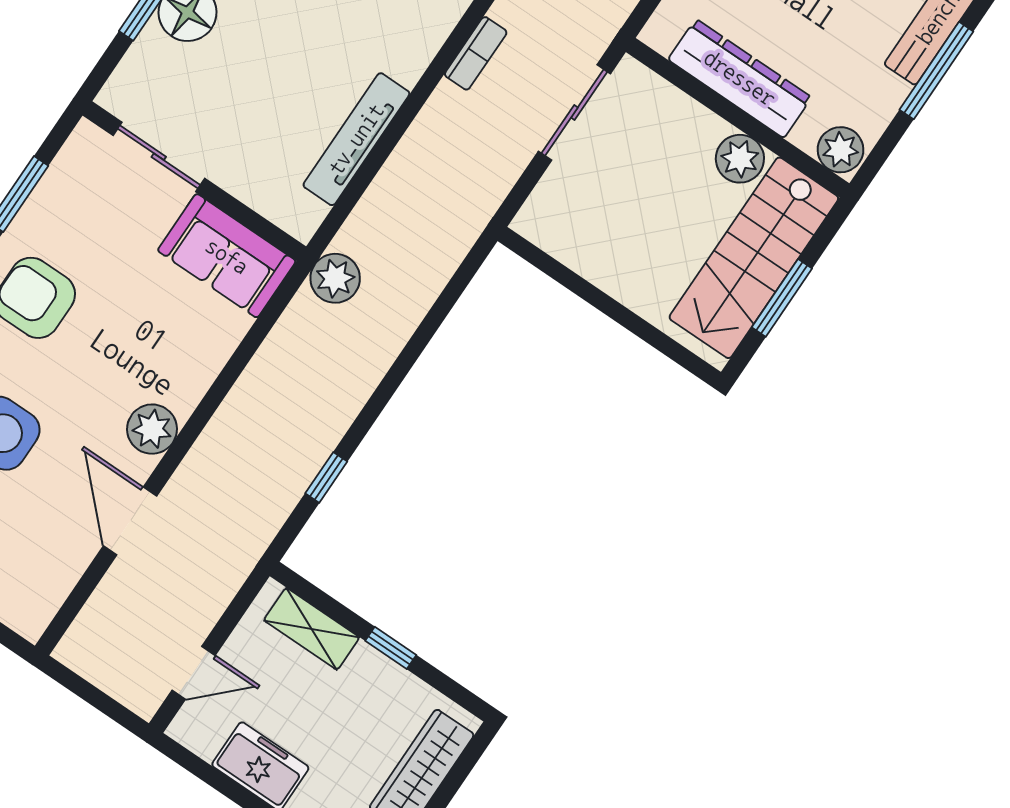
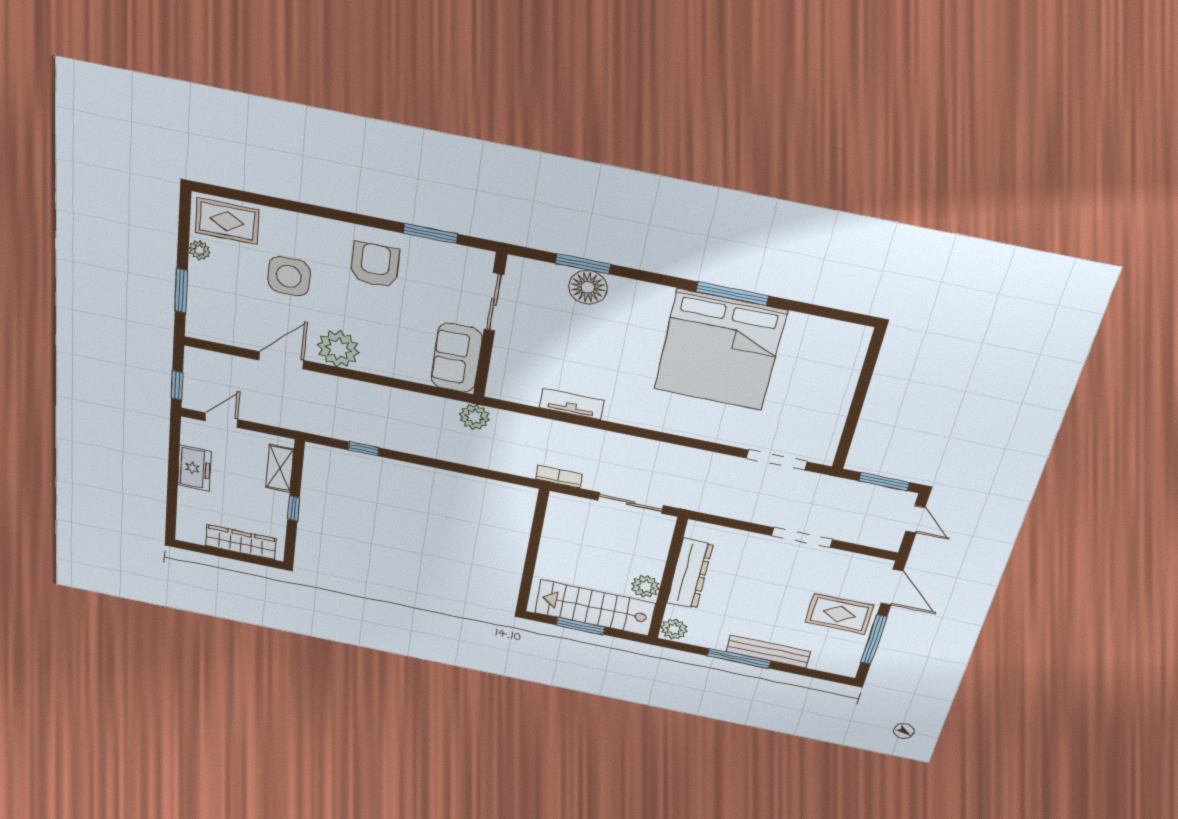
bookcase: (476, 53) -> (559, 477), moved, turned 180
tv unit: (356, 139) -> (572, 404), width x0.71
plant: (152, 429) -> (338, 349), width x1.36, depth x1.36
door: (194, 673) -> (221, 420), swing flipped
window: (109, 707) -> (177, 385), added

